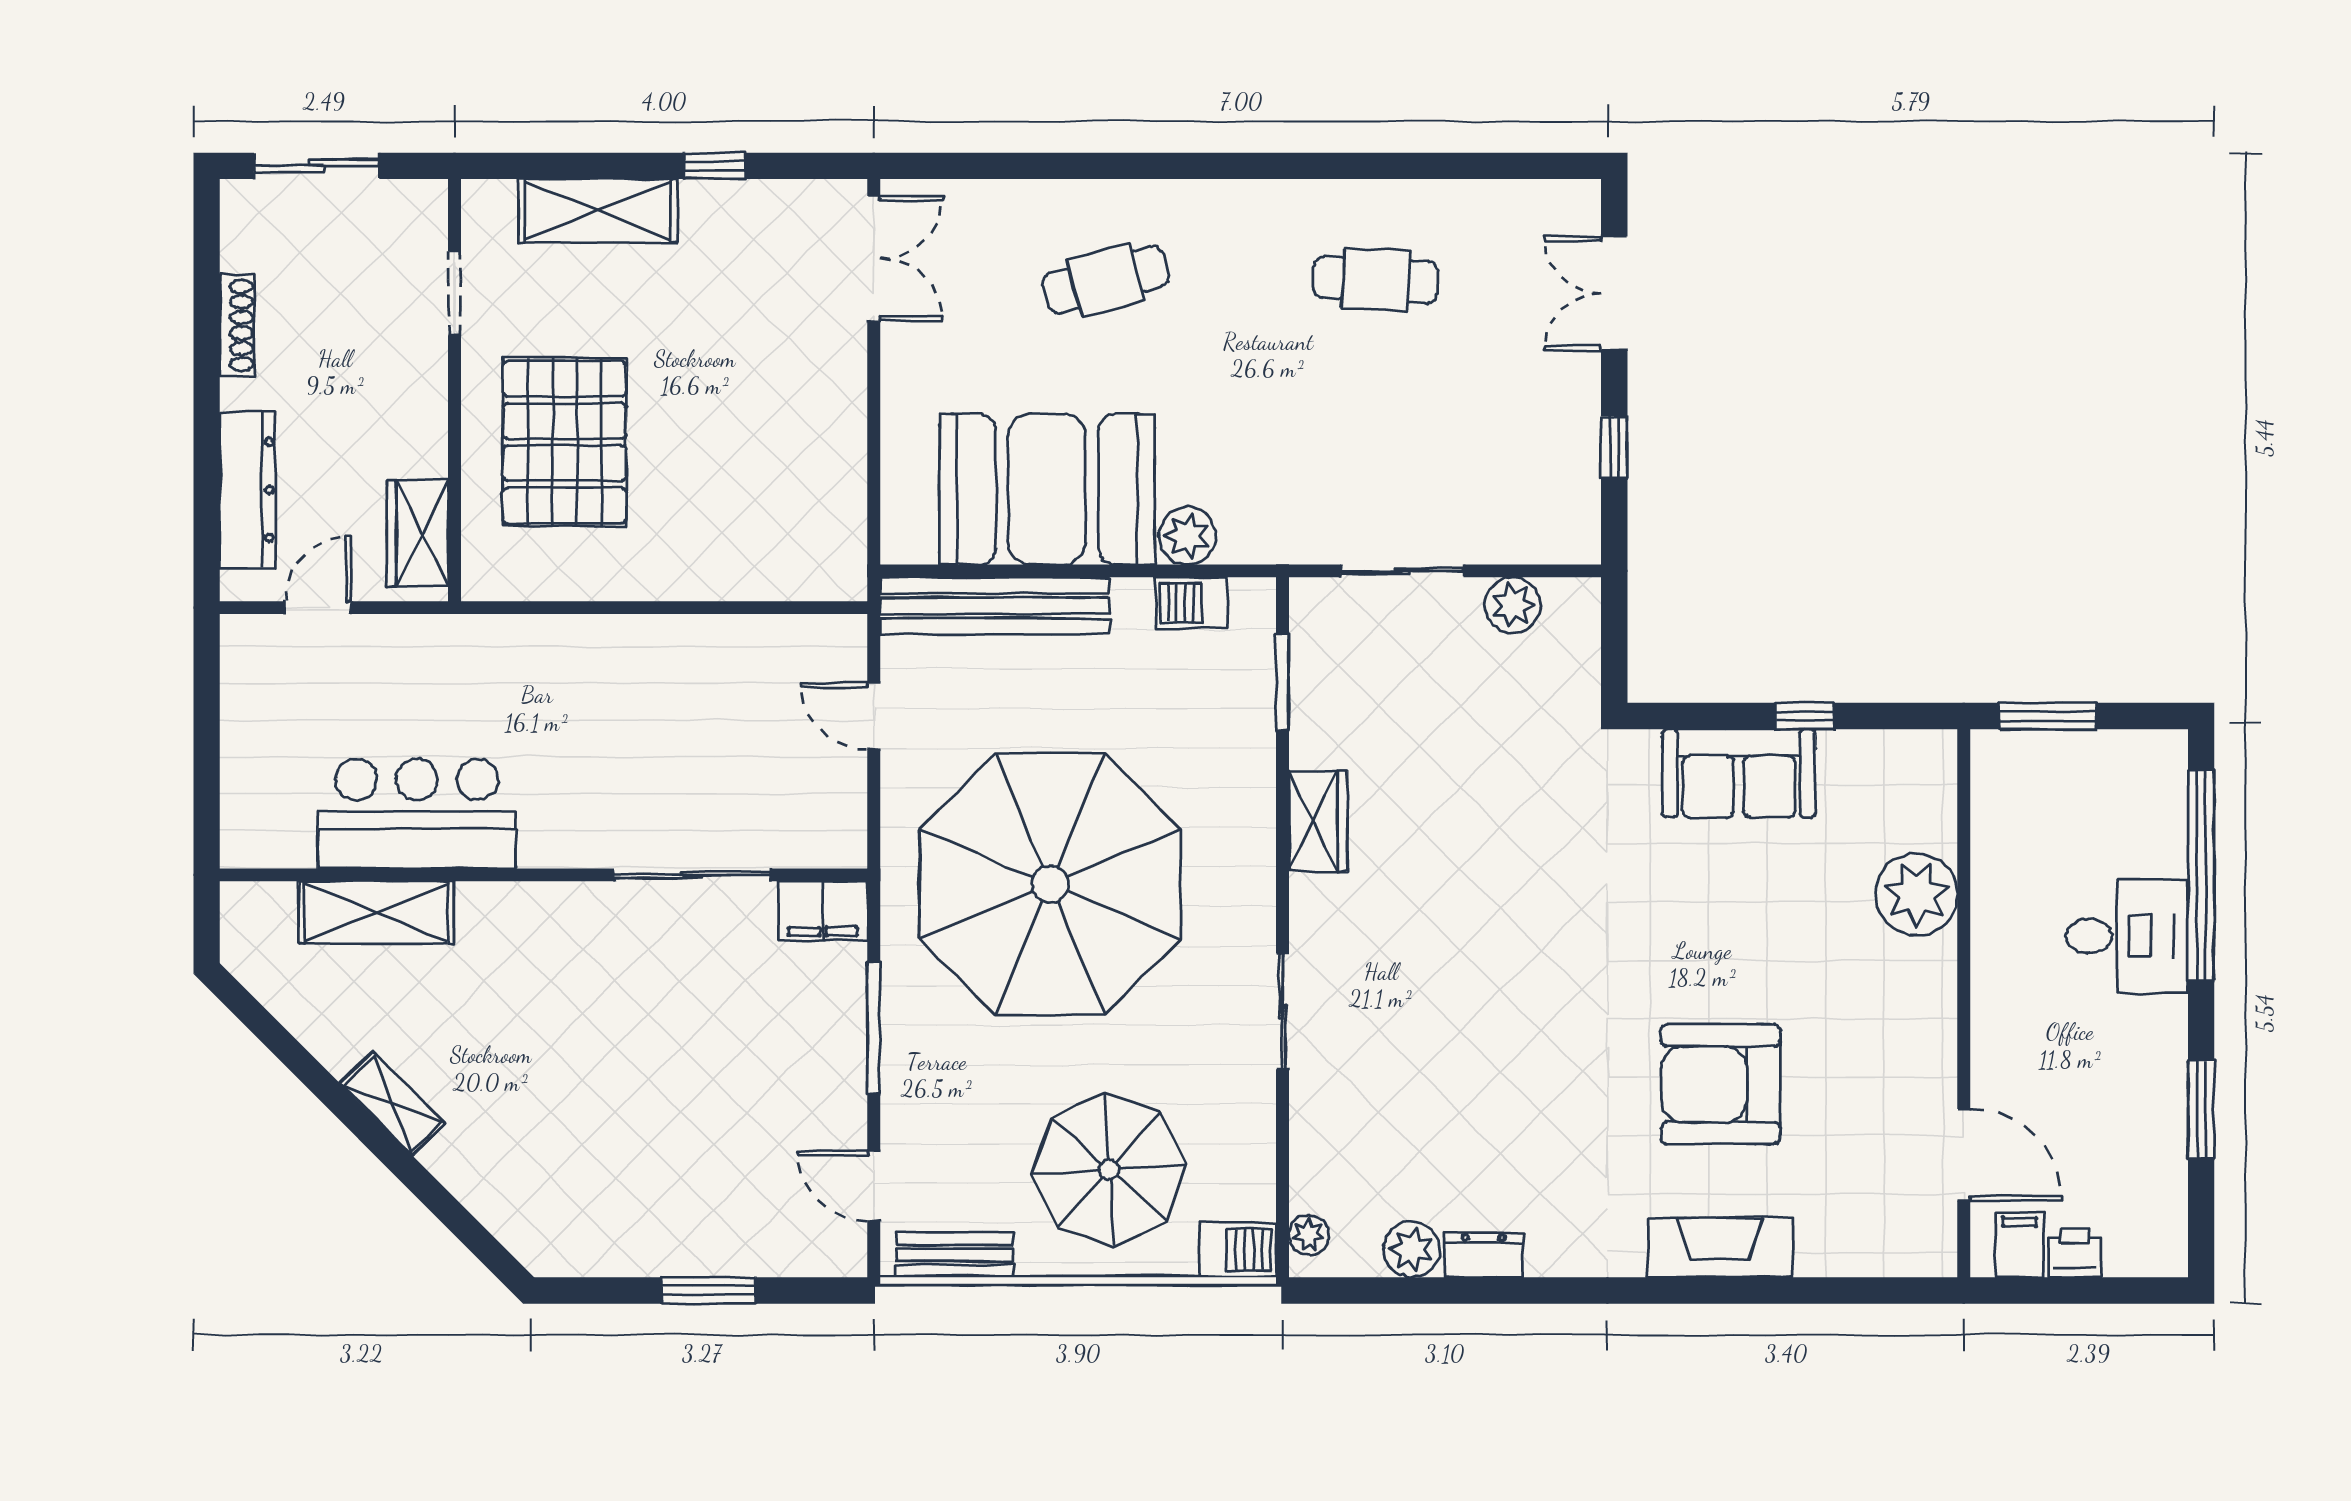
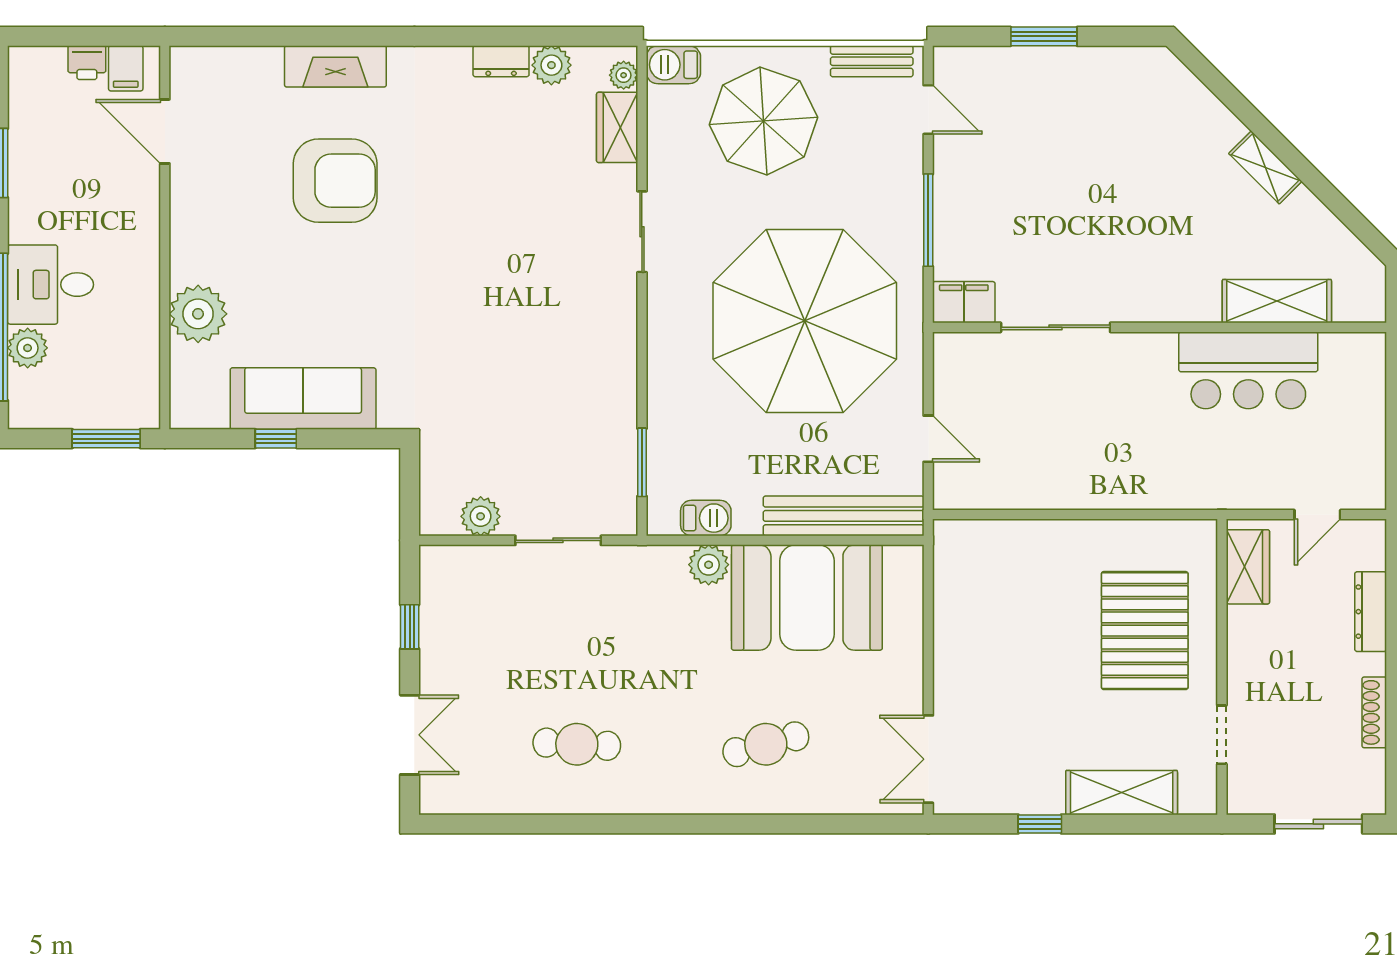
dresser: (248, 490) -> (1371, 612), width x0.73, depth x0.80
sofa: (1739, 773) -> (303, 399), width x1.36
wardrobe: (1318, 821) -> (617, 127), moved
plant: (2160, 846) -> (28, 348), added

